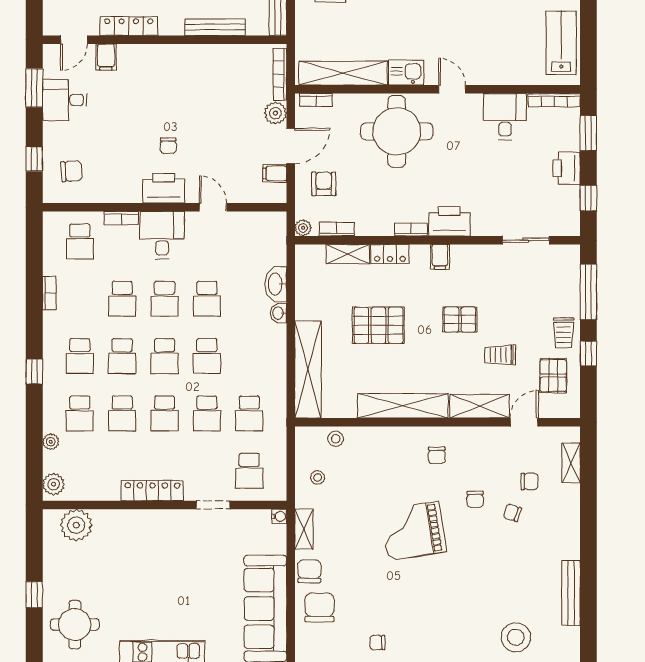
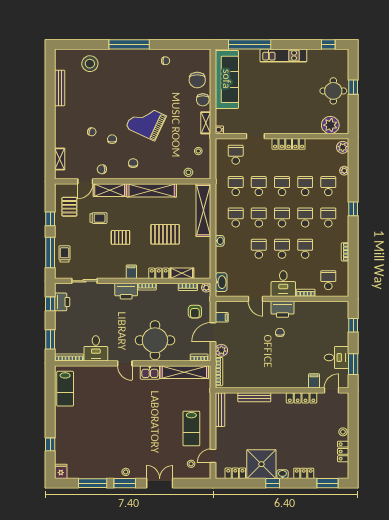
printer: (567, 168) -> (62, 302), moved
chair: (71, 171) -> (333, 319), removed
washbasin: (276, 284) -> (221, 282), moved
trolley: (564, 333) -> (64, 254), moved
school desk: (249, 356) -> (236, 217), added
chair: (529, 481) -> (102, 169), moved
grand piano: (413, 531) -> (146, 122), turned -146
round table: (75, 624) -> (333, 91), moved

